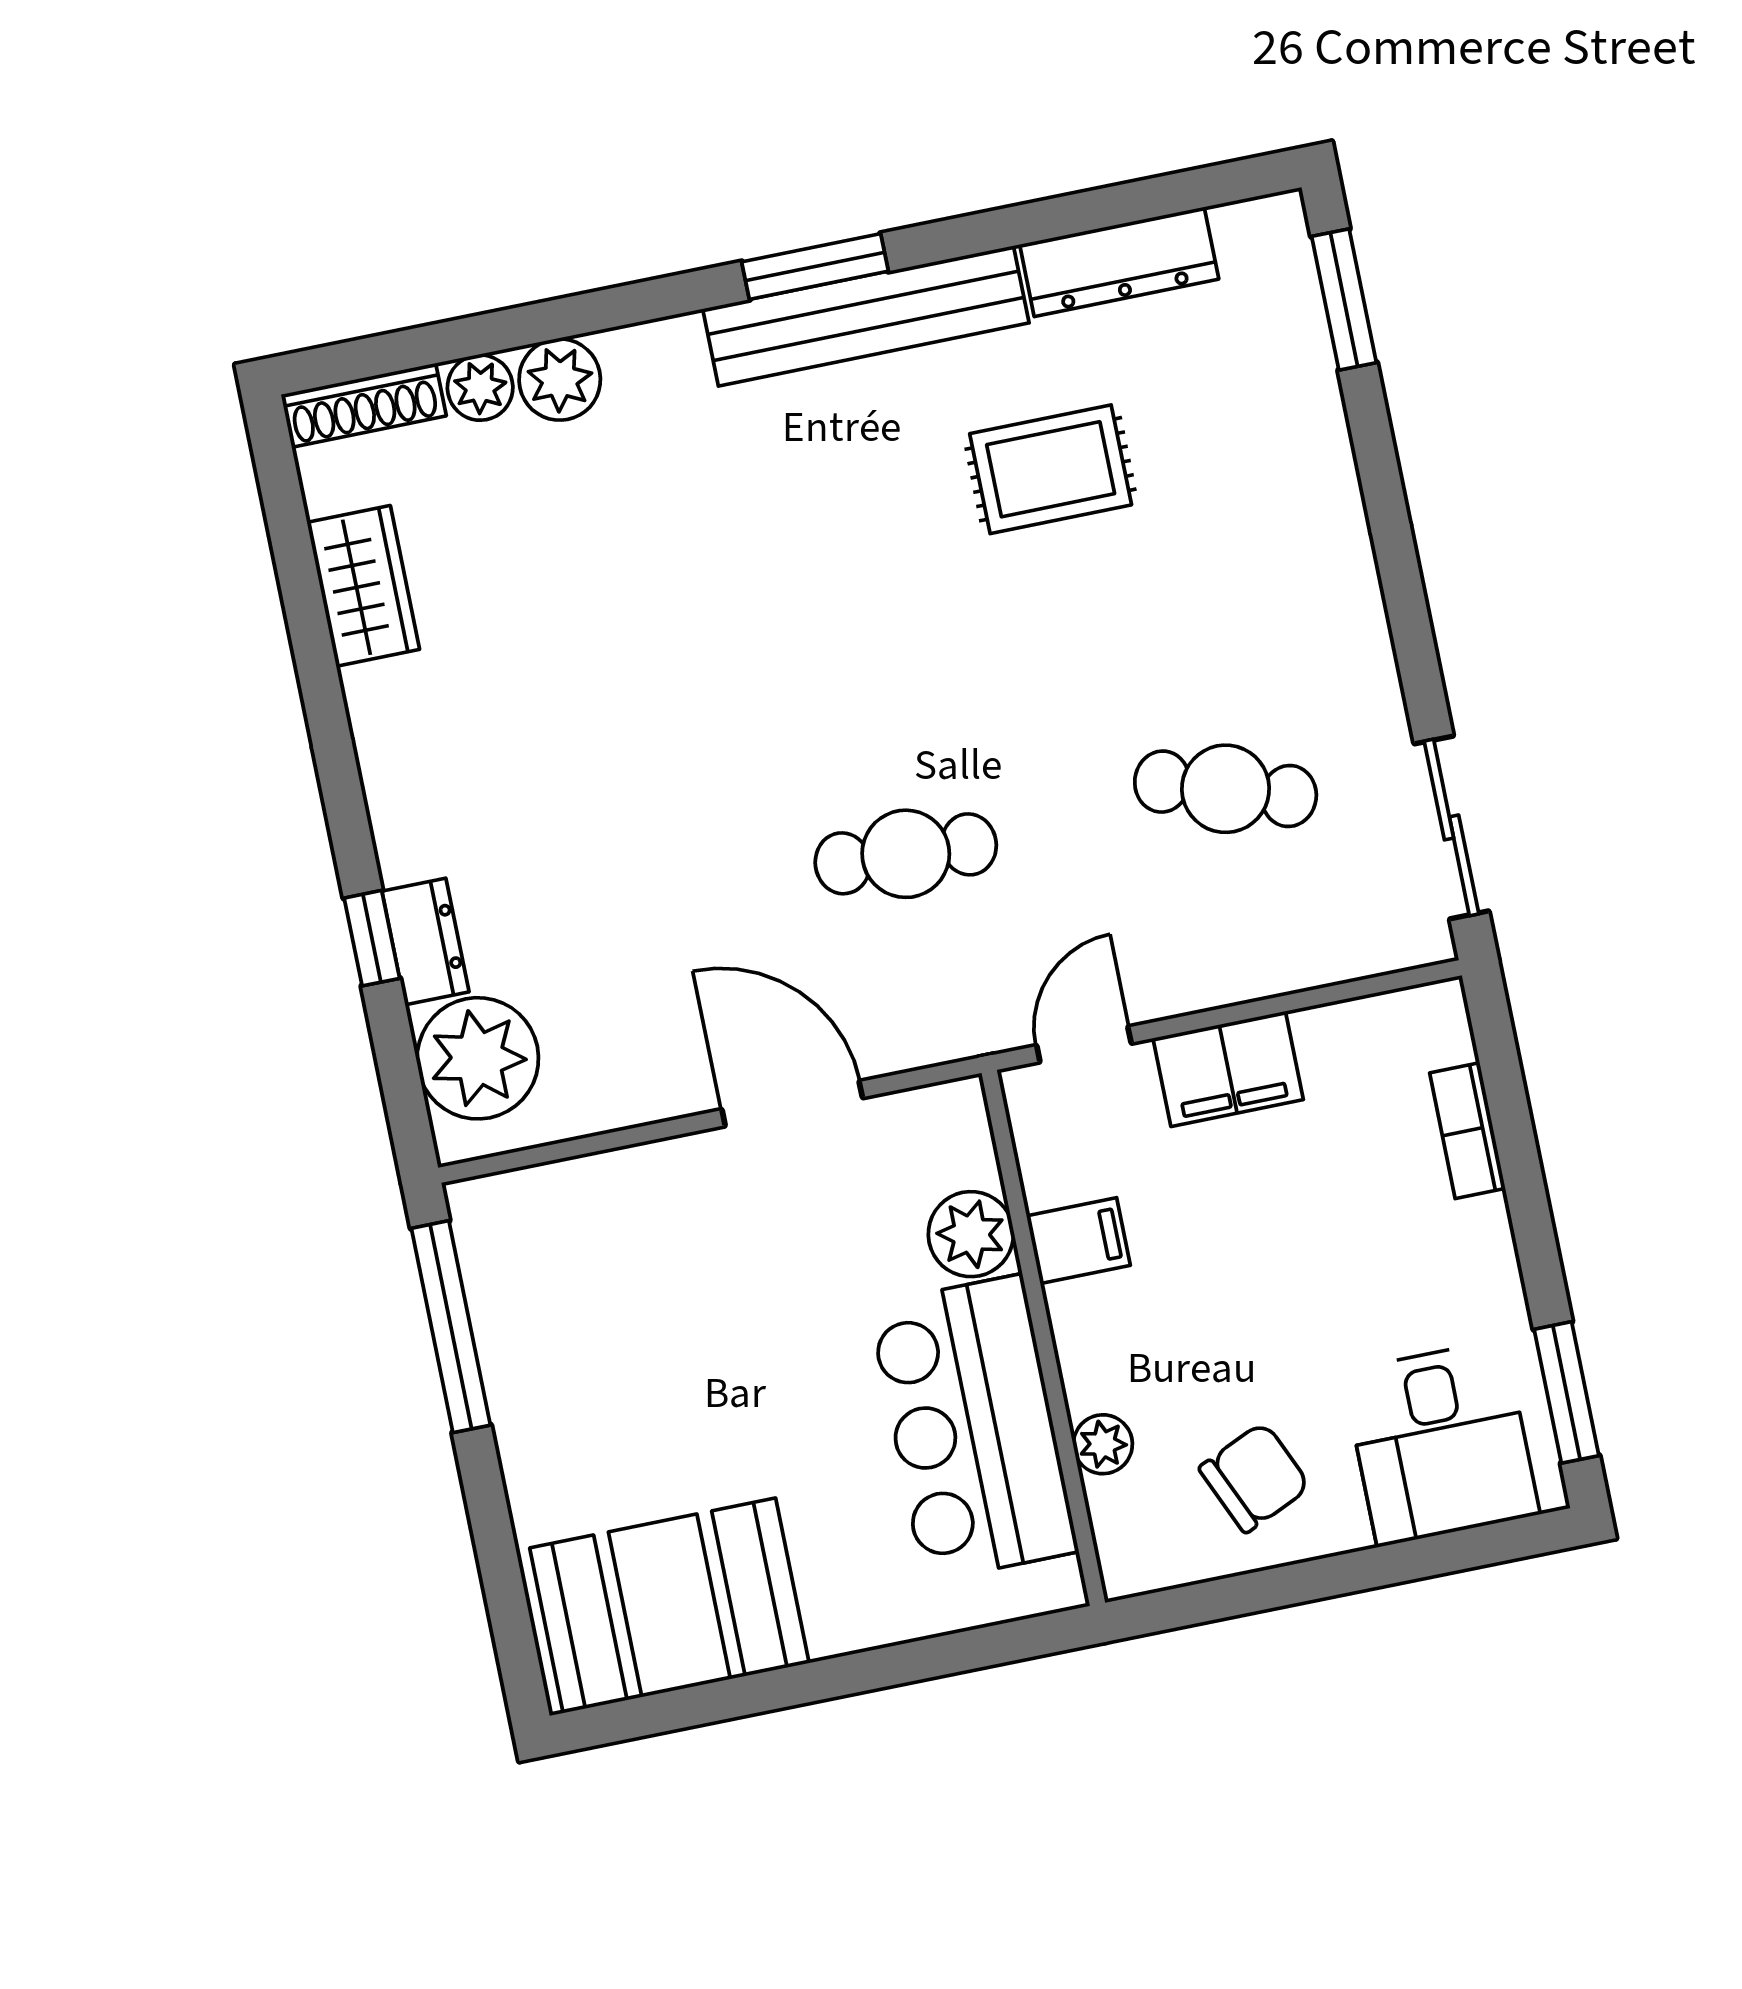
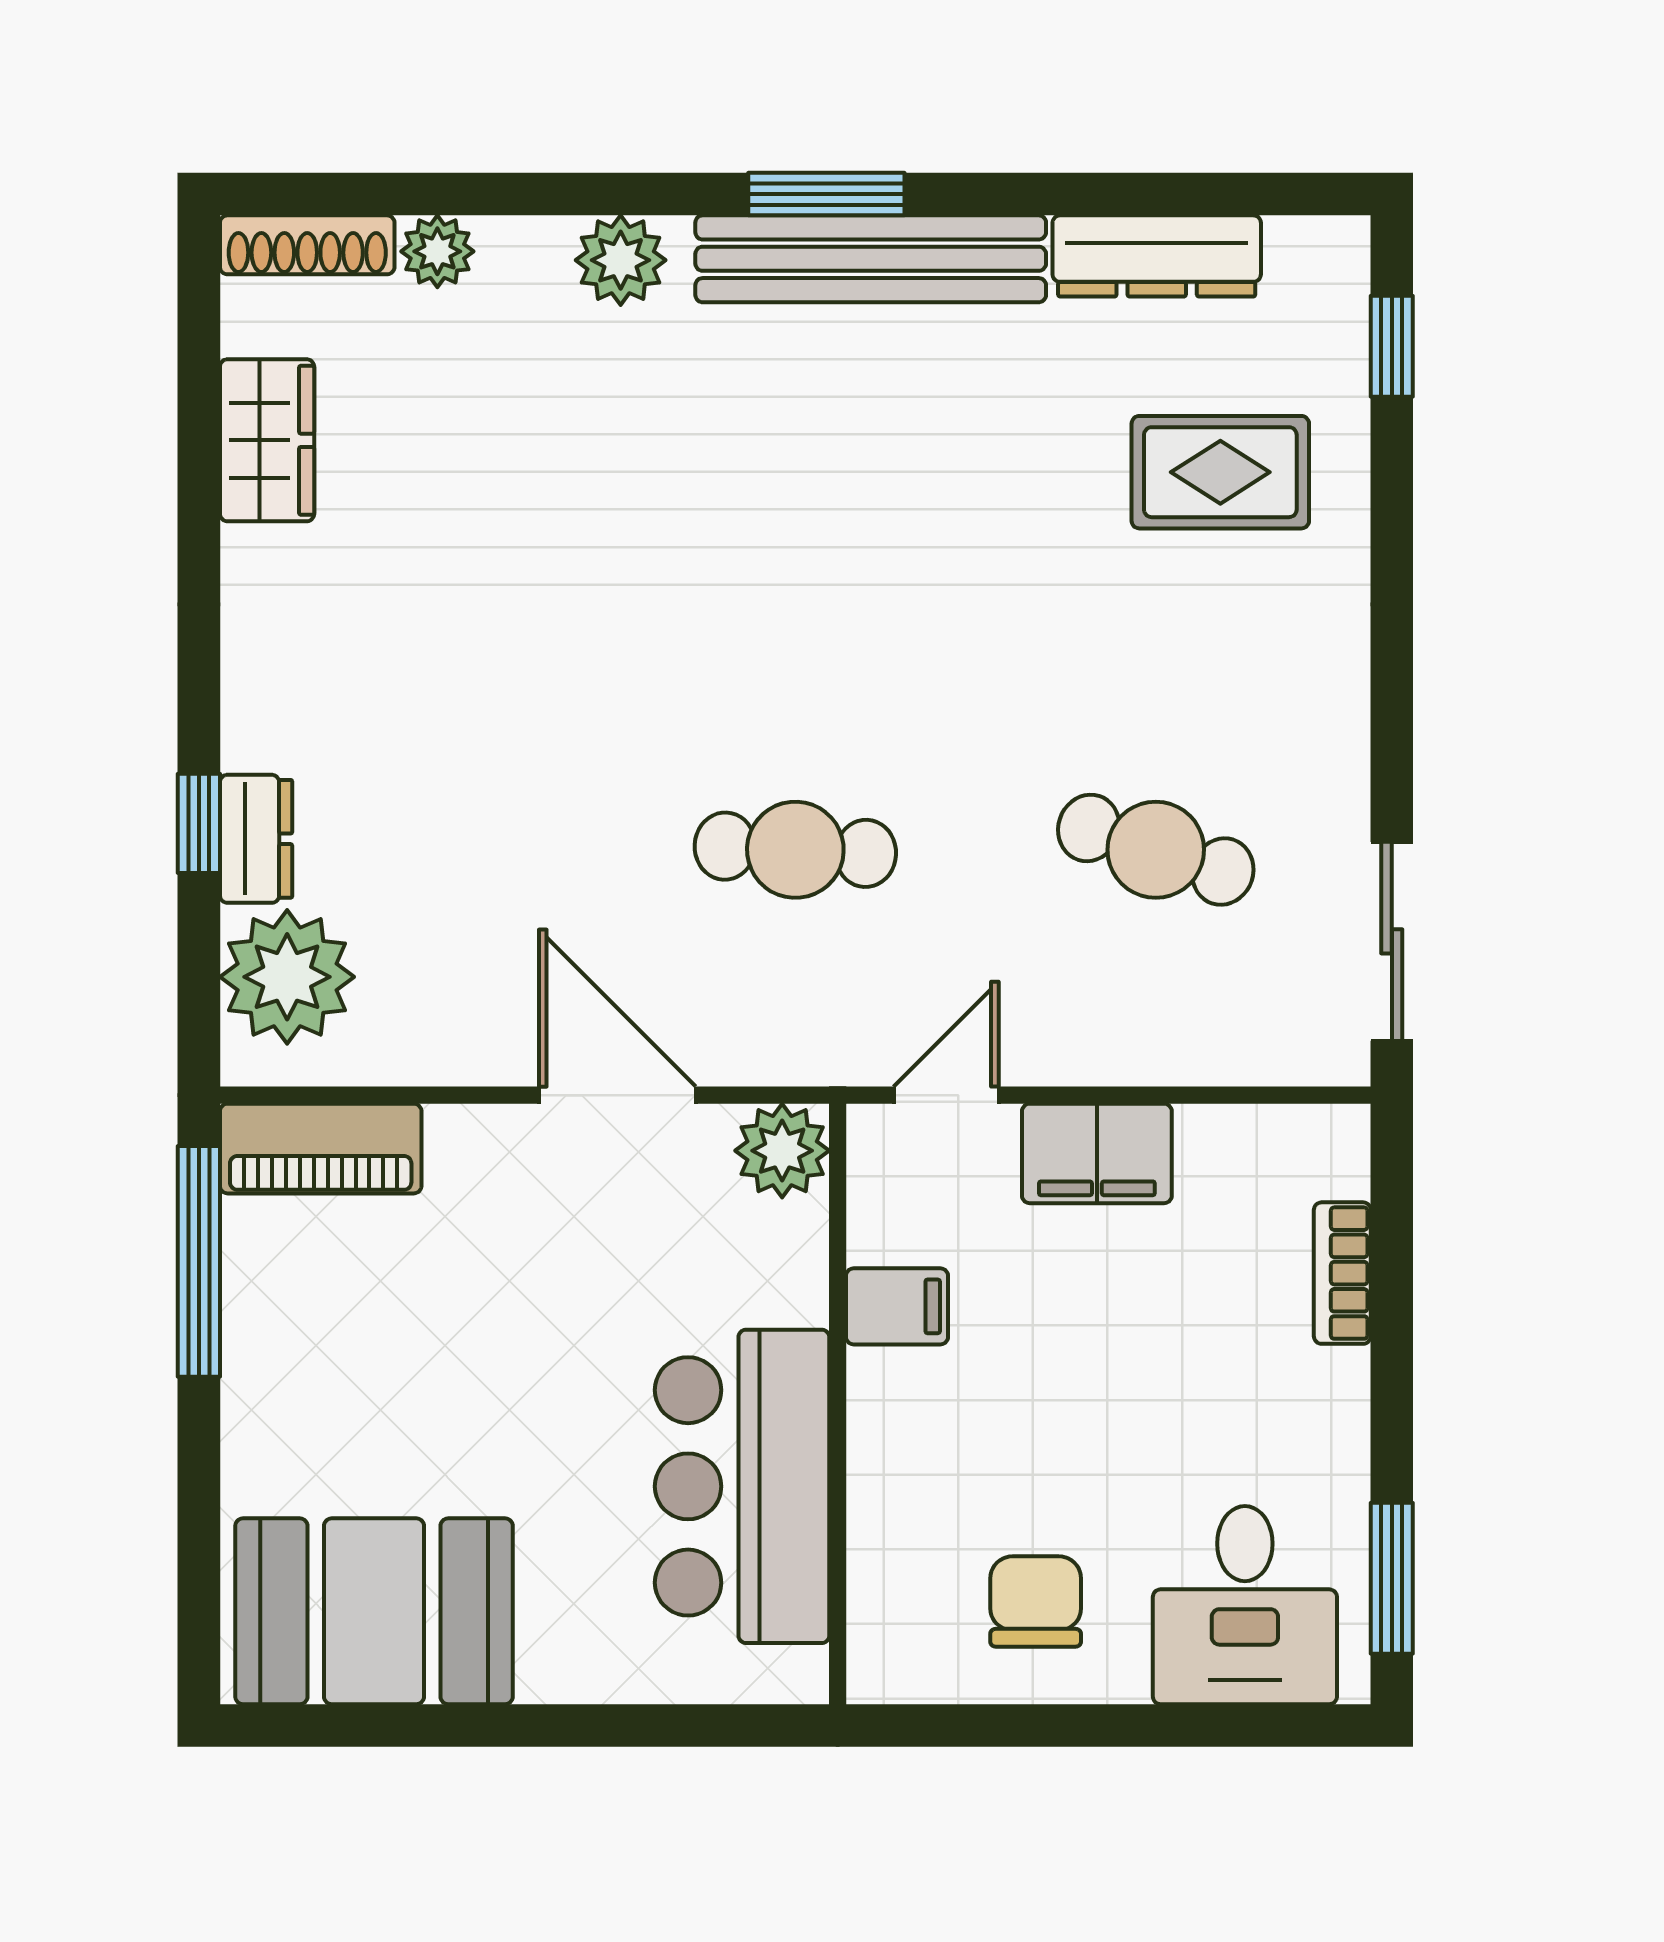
window: (1344, 299) -> (1392, 346), width x0.67
plant: (560, 380) -> (621, 260), moved
rug: (1051, 469) -> (1220, 472), moved
piano: (539, 1205) -> (321, 1149), added
plant: (971, 1234) -> (782, 1151), moved
plant: (1103, 1444) -> (879, 1532), removed
chair: (1255, 1477) -> (1036, 1602), turned -66

